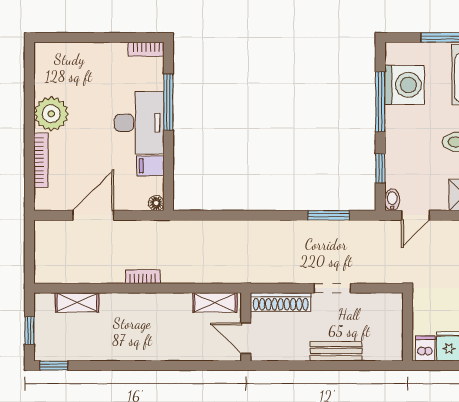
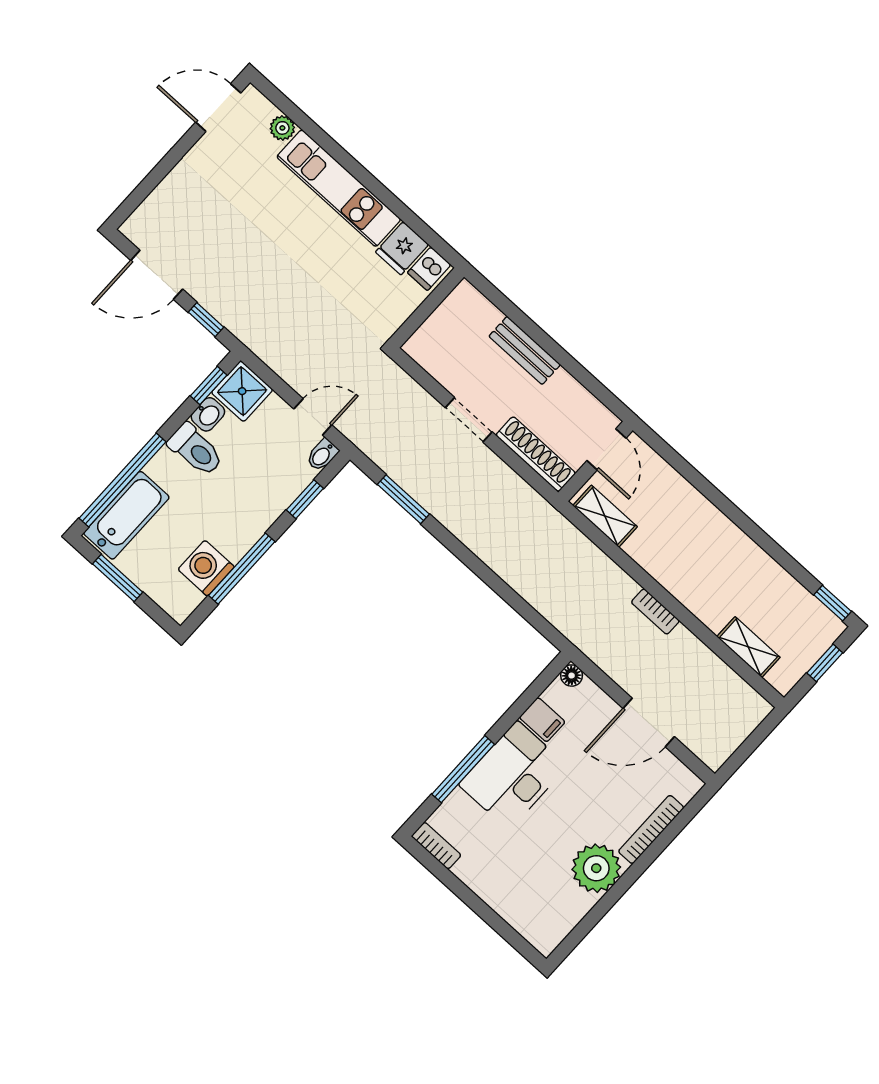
washing machine: (405, 85) -> (206, 568), width x0.73, depth x0.73

